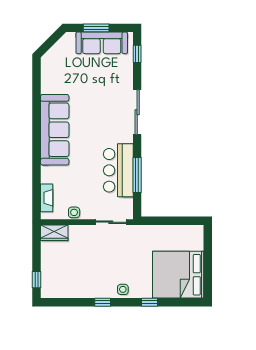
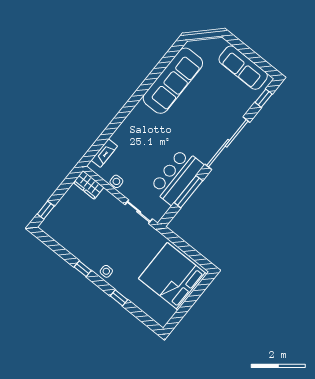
window: (96, 28) -> (248, 53), removed
sliding door: (137, 112) -> (227, 143), width x1.36
sofa: (55, 130) -> (173, 81), moved
bed: (178, 275) -> (173, 276), moved

